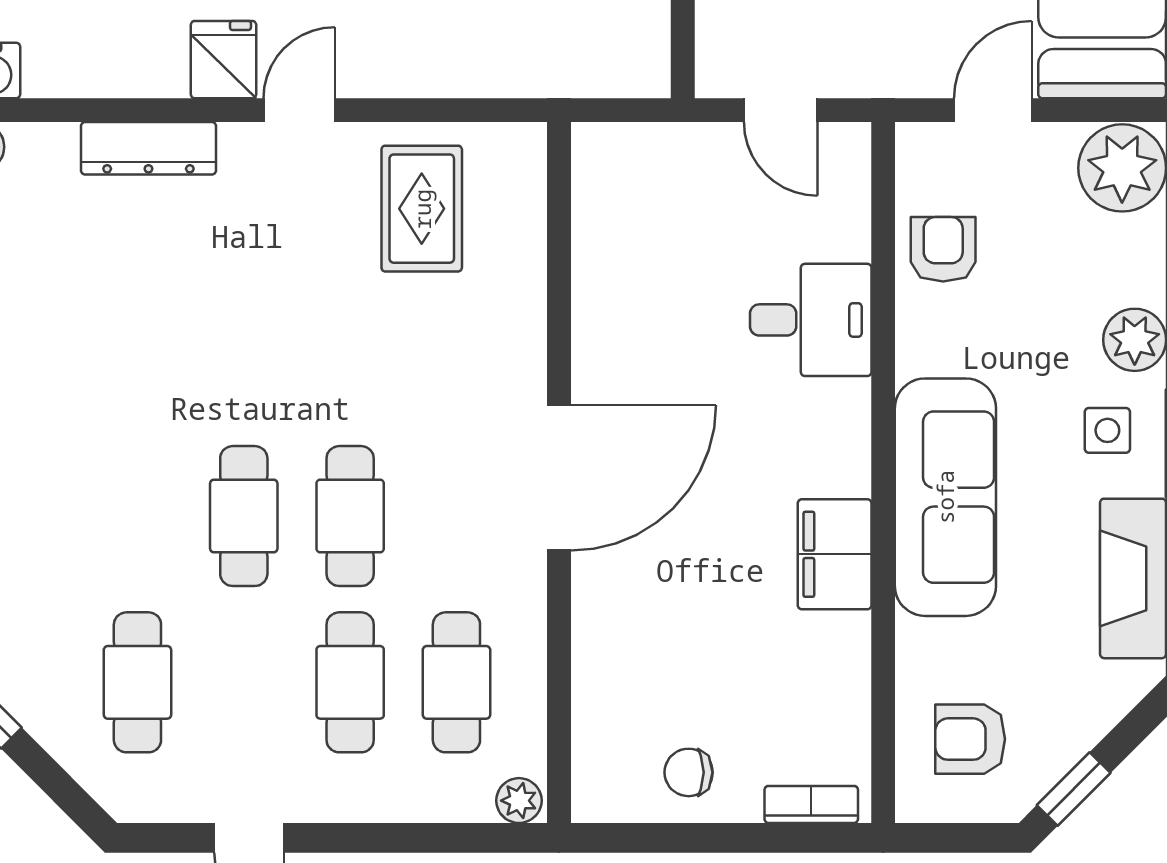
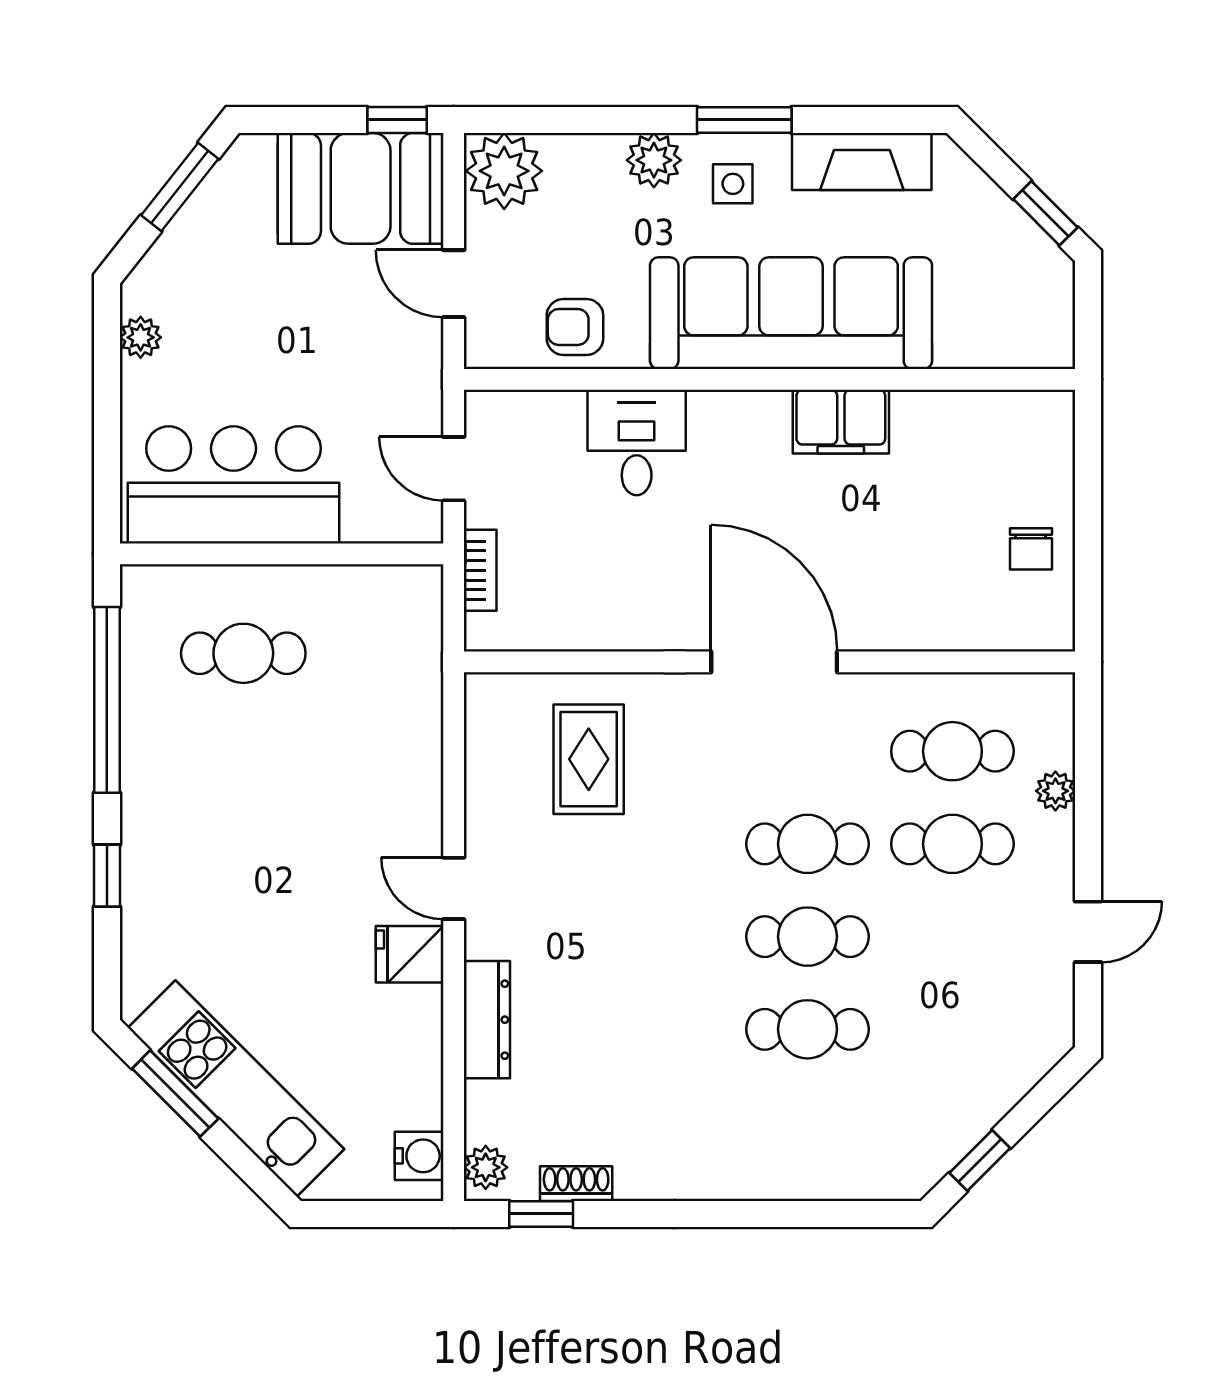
door: (781, 110) -> (454, 469), swing flipped
rug: (422, 209) -> (589, 759), moved, turned 90
sofa: (945, 497) -> (791, 313), width x1.36, depth x1.27
cafe table: (137, 682) -> (807, 1029), moved
armchair: (970, 739) -> (1002, 303), removed
plant: (519, 801) -> (1055, 791), moved
bookcase: (811, 804) -> (480, 570), moved, turned 180

